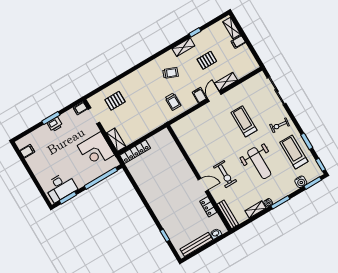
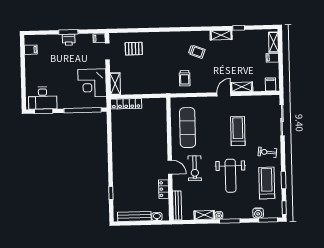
pallet: (207, 60) -> (235, 58), removed
filing cabinet: (200, 95) -> (270, 84), moved
exercise mat: (199, 143) -> (188, 128), added

